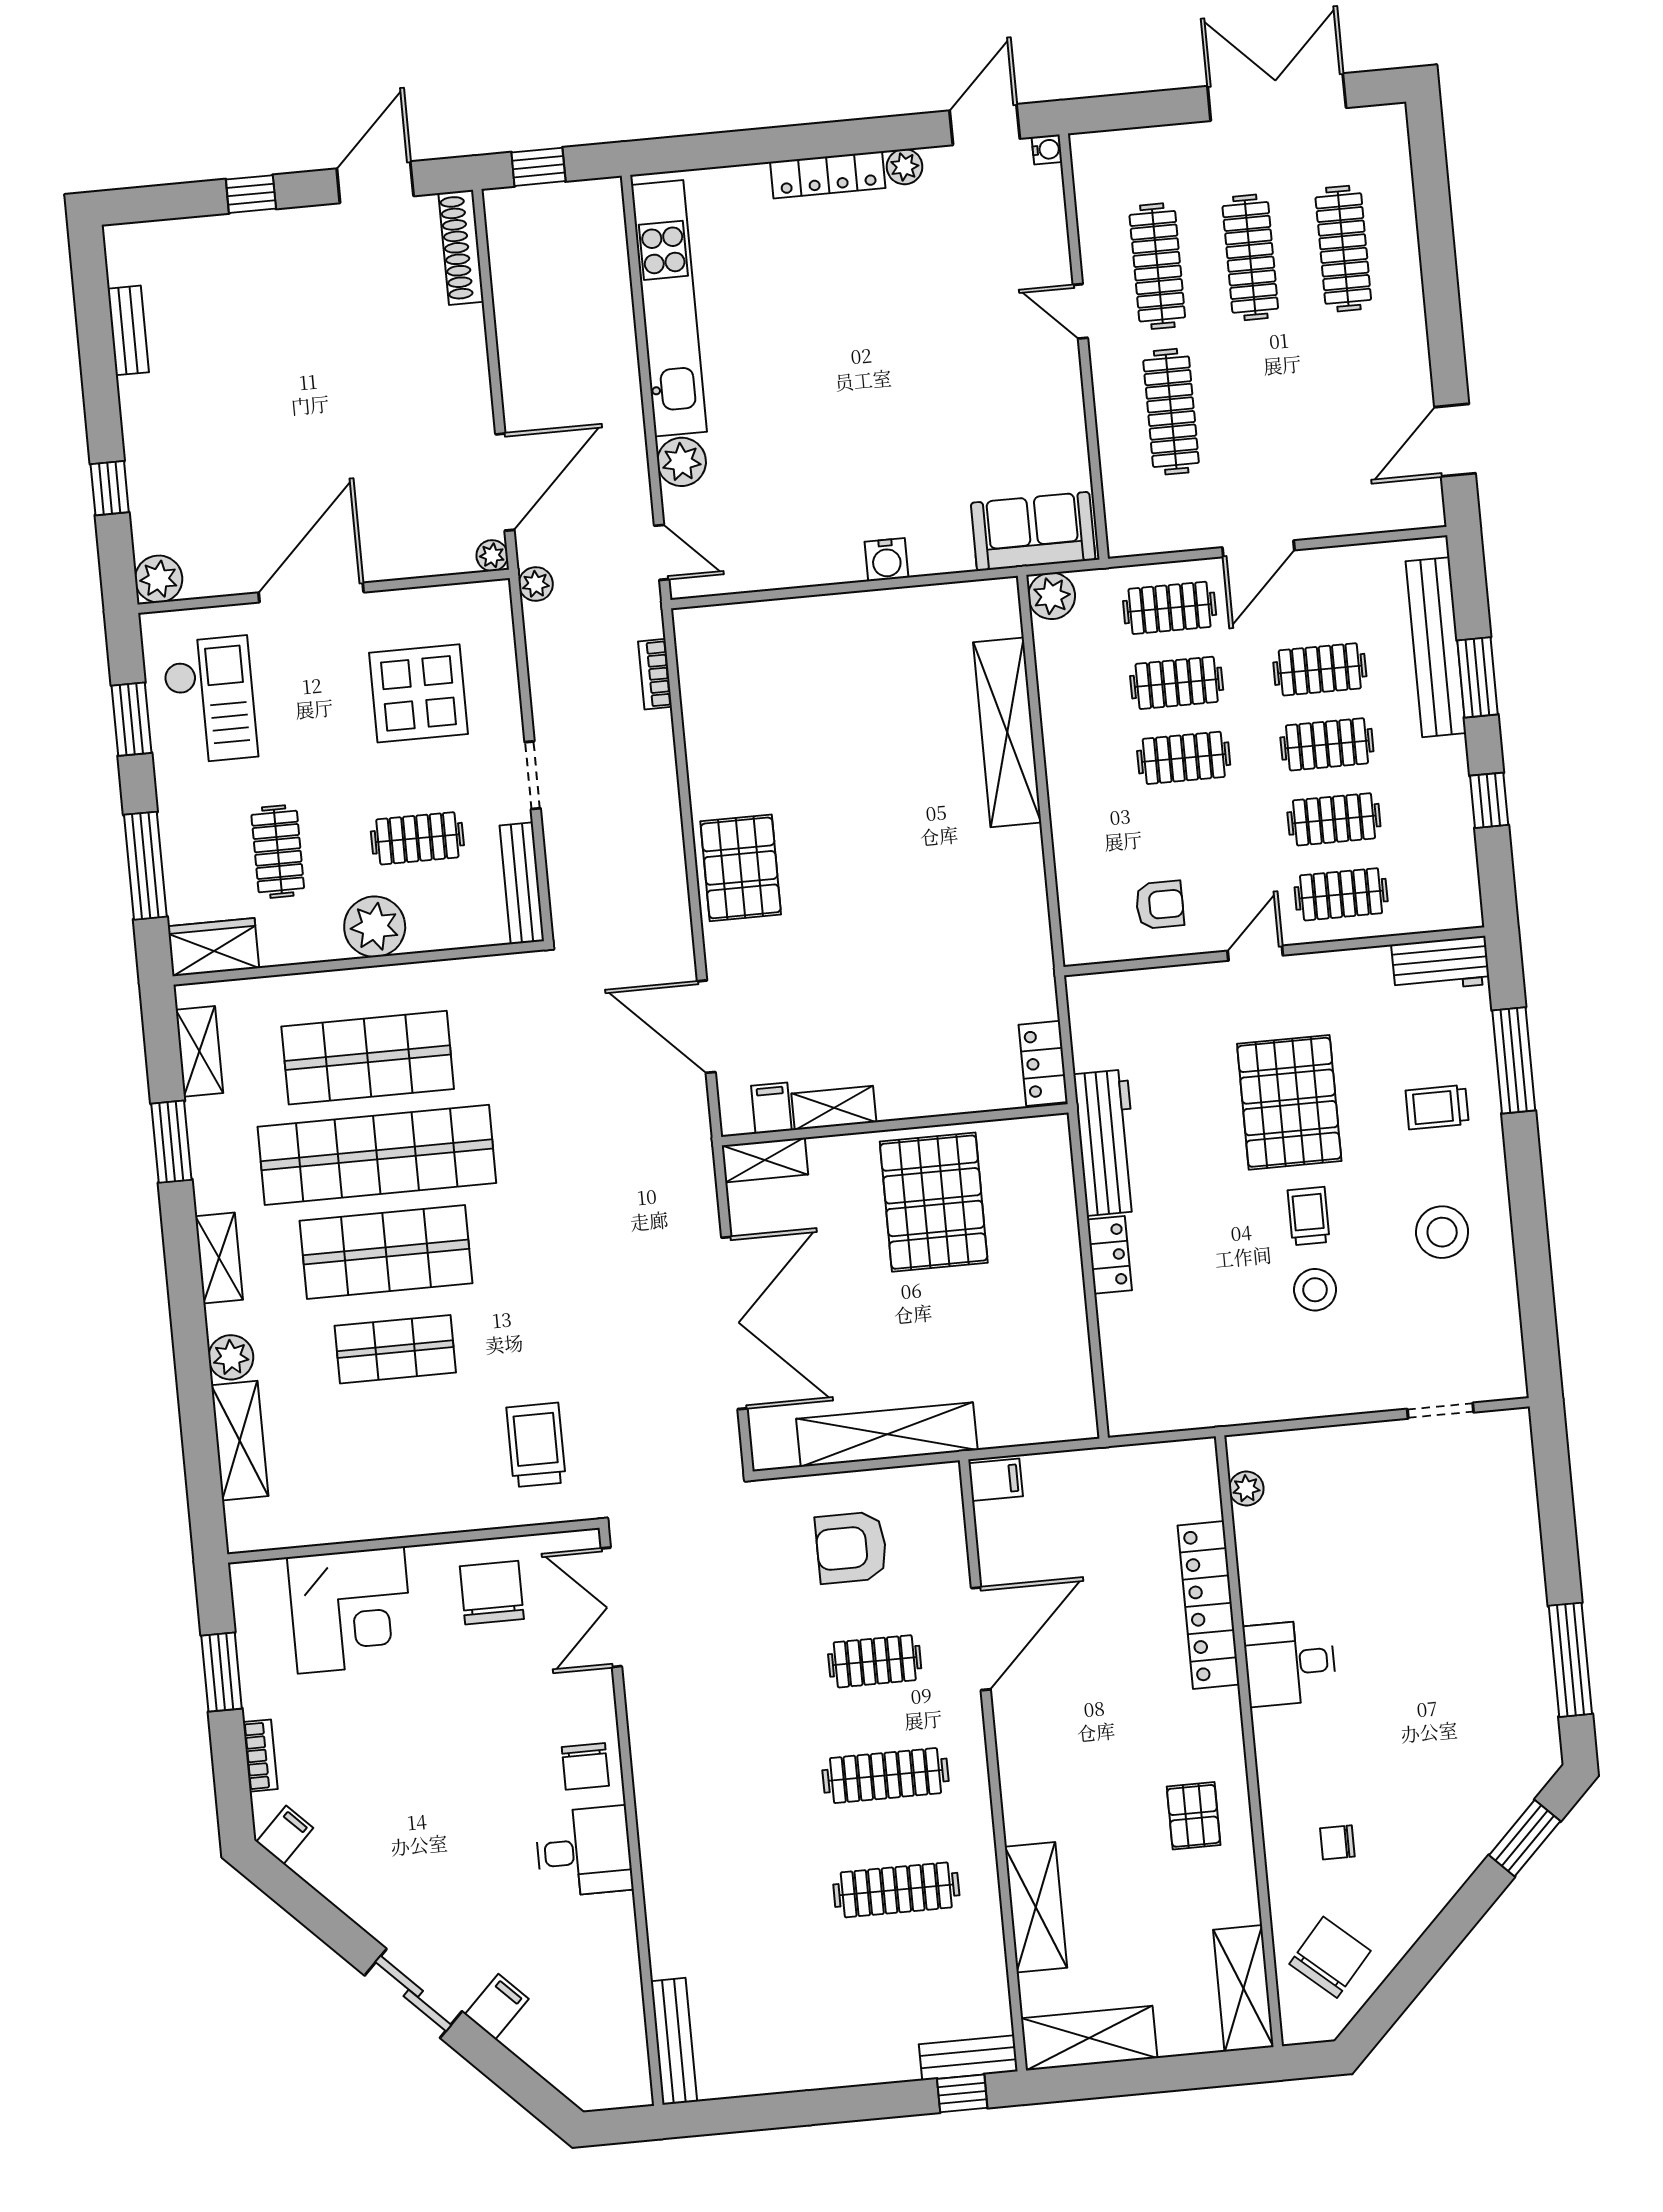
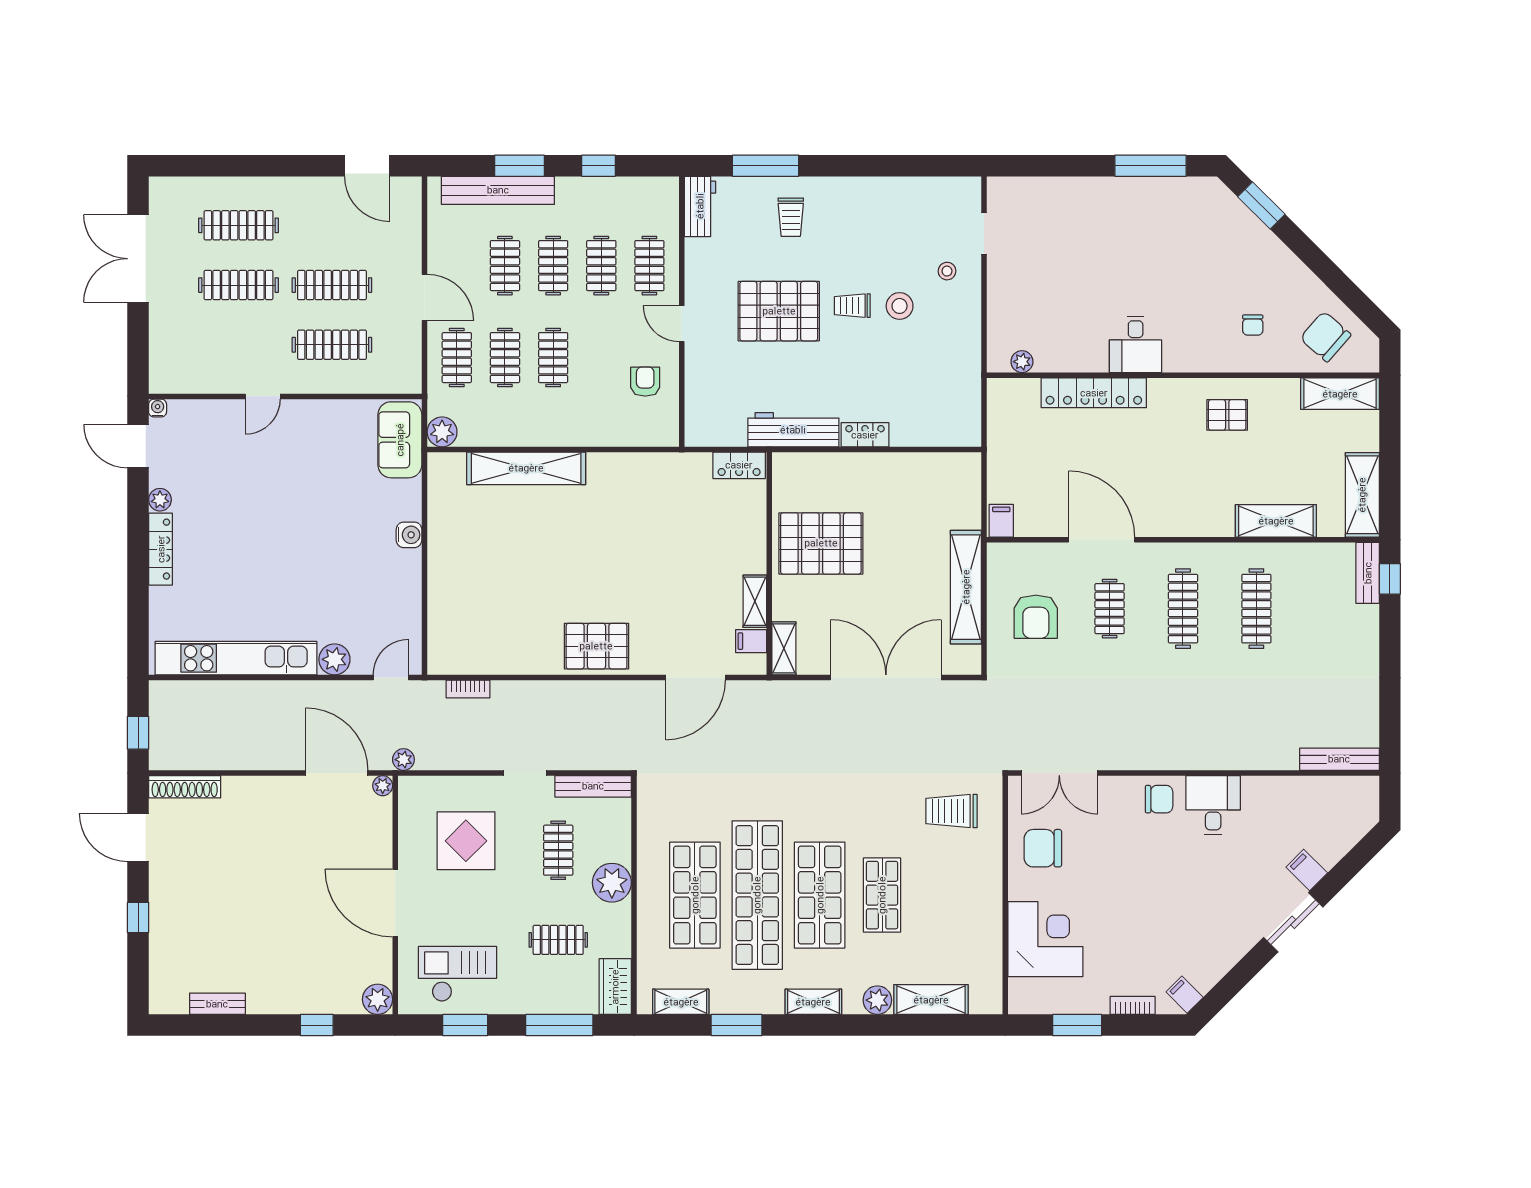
clothes rail: (1157, 266) -> (332, 285), moved
stool: (1442, 1232) -> (947, 271), moved, width x0.53, depth x0.53

